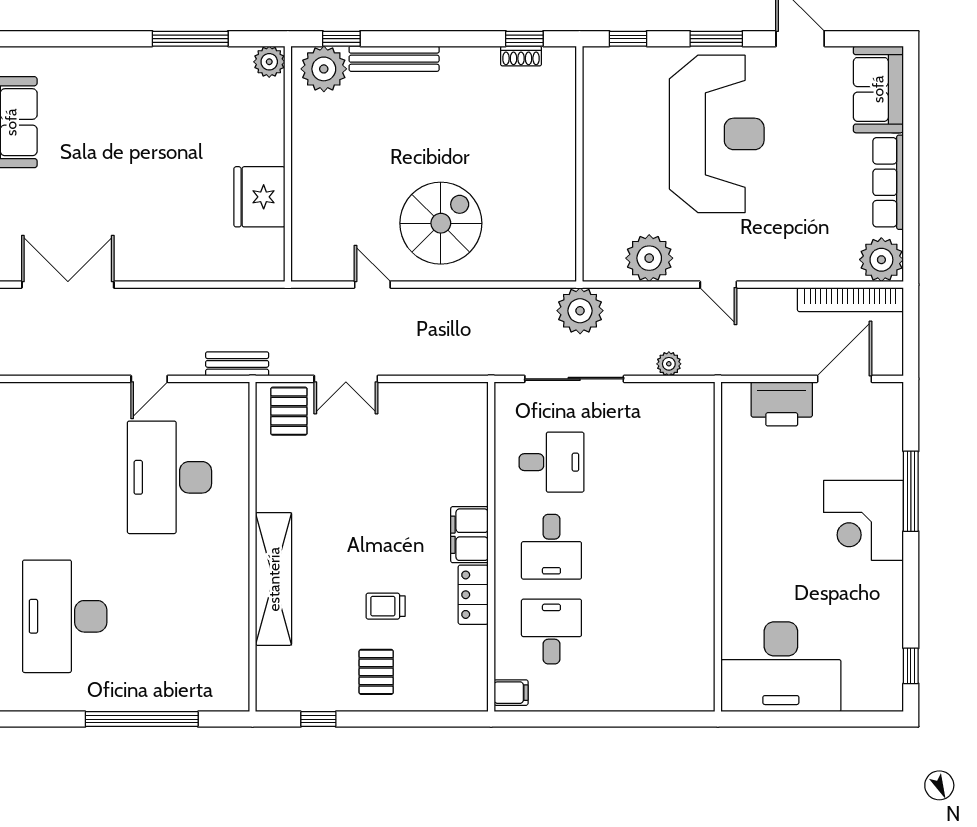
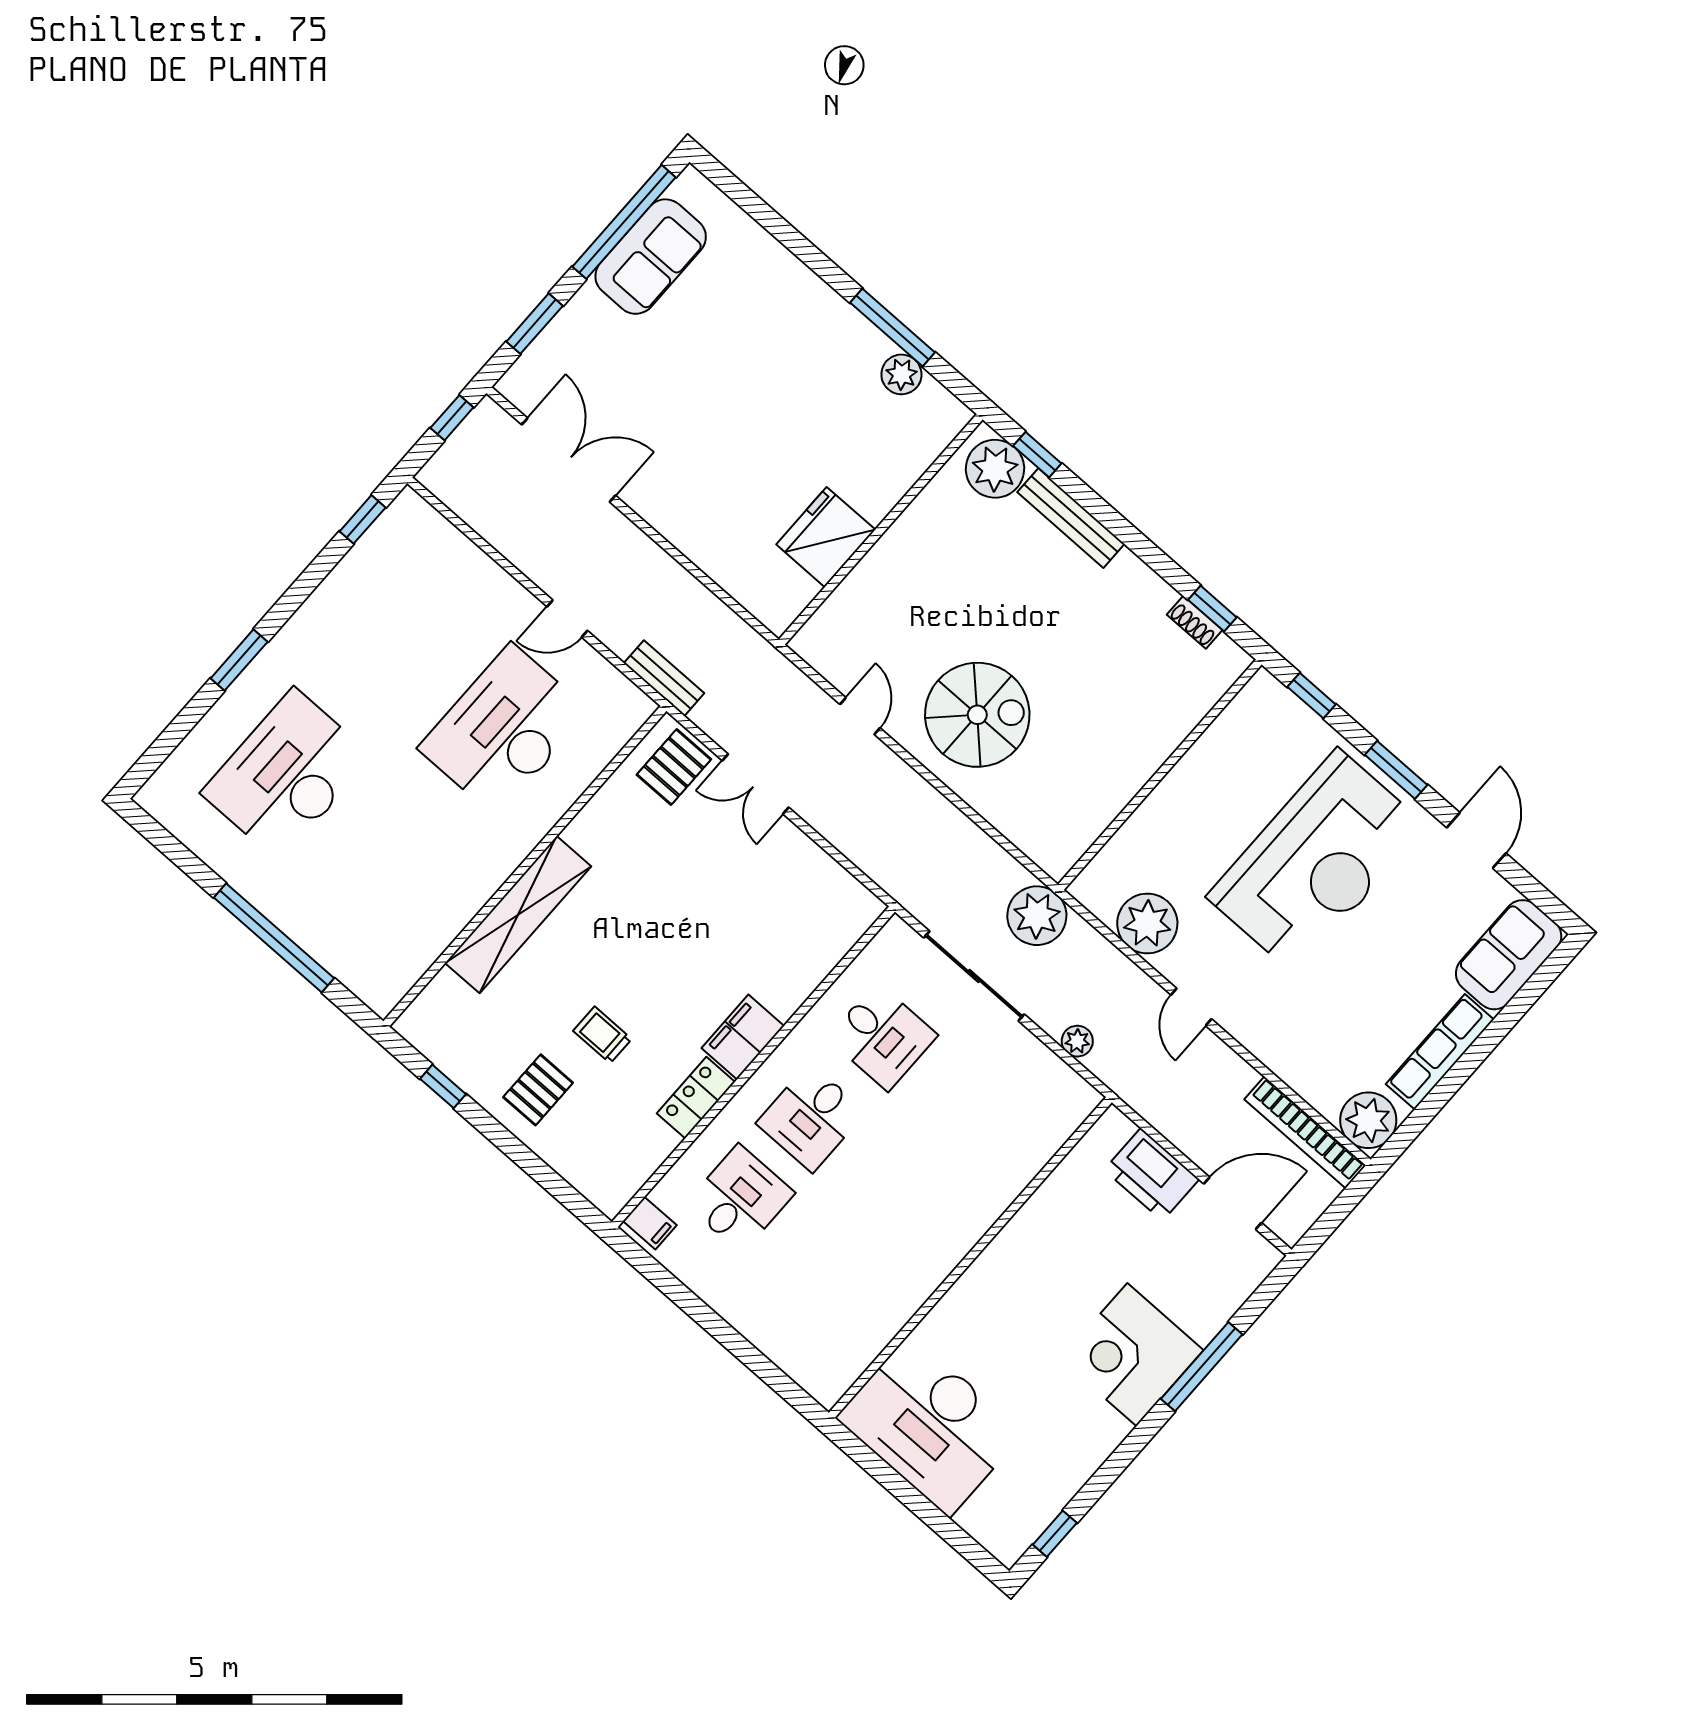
plant: (269, 62) -> (901, 374), moved

